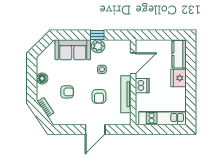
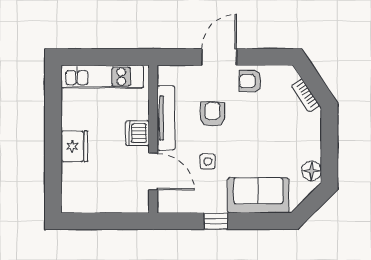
plant: (98, 46) -> (214, 201), removed
kitchen counter: (179, 54) -> (73, 188), removed
door: (133, 63) -> (153, 172), swing flipped
floor lamp: (42, 78) -> (312, 171), moved
armchair: (67, 92) -> (250, 81), moved

